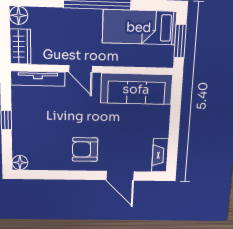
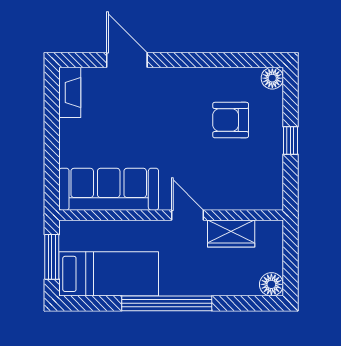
wardrobe: (20, 47) -> (231, 234), moved, turned -90
tv unit: (38, 79) -> (246, 200), removed
armchair: (85, 149) -> (231, 120), moved, turned 180

